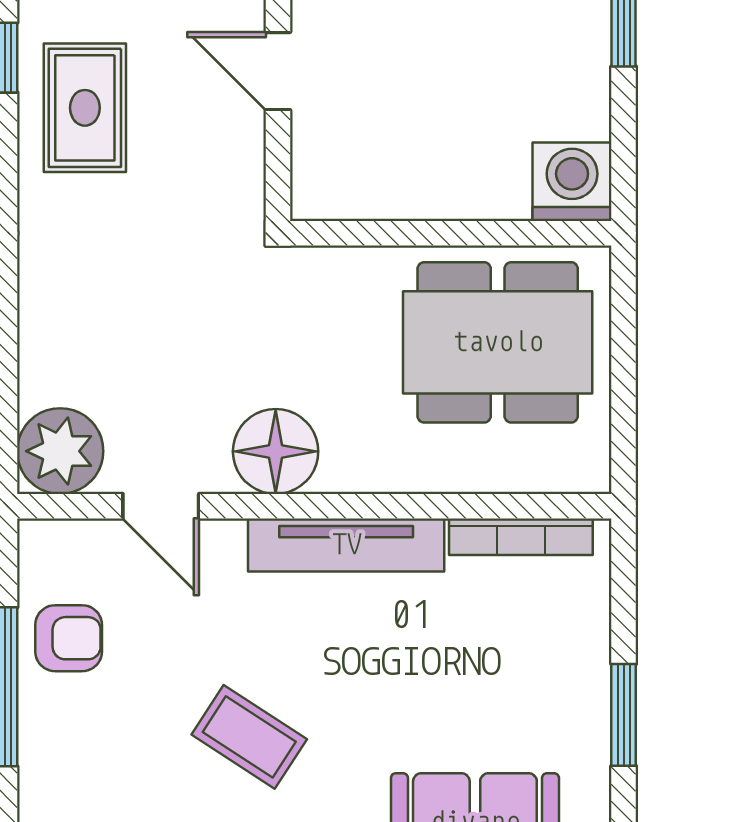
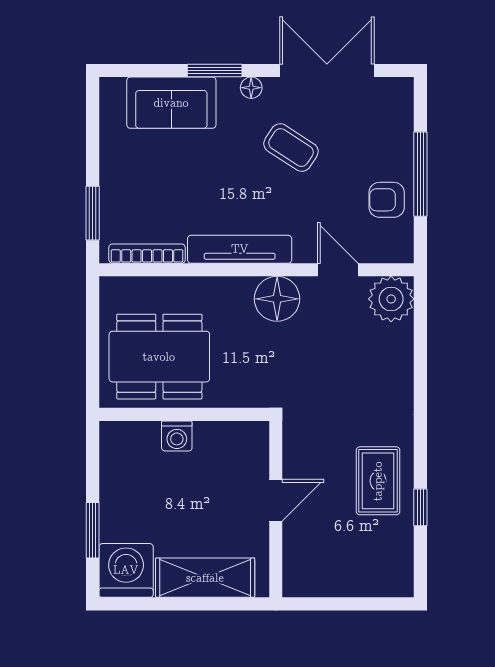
door: (278, 71) -> (276, 500), hinge flipped
washing machine: (572, 182) -> (177, 436), moved, width x0.73, depth x0.73
window: (624, 715) -> (93, 213), moved

